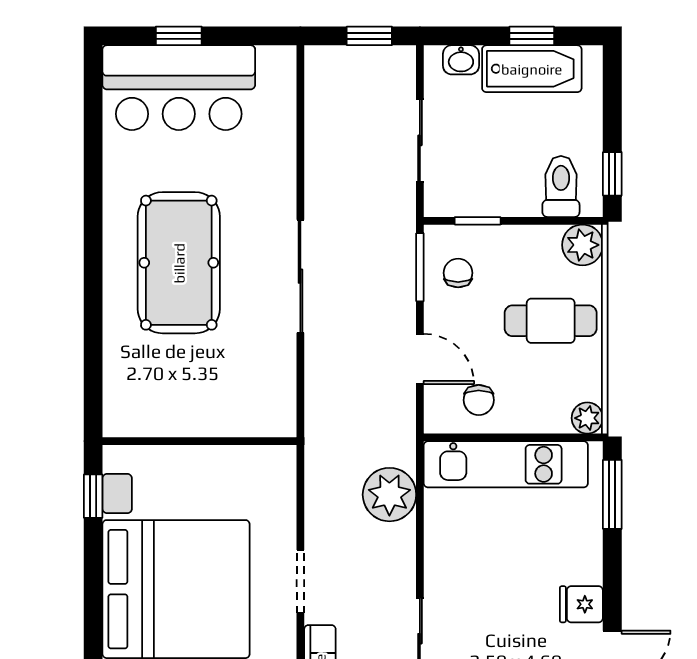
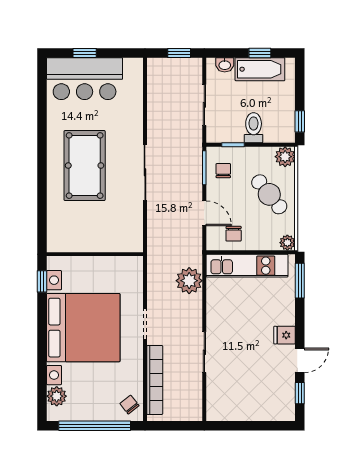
toilet: (561, 186) -> (254, 128), moved
cafe table: (551, 321) -> (269, 194), turned 51

